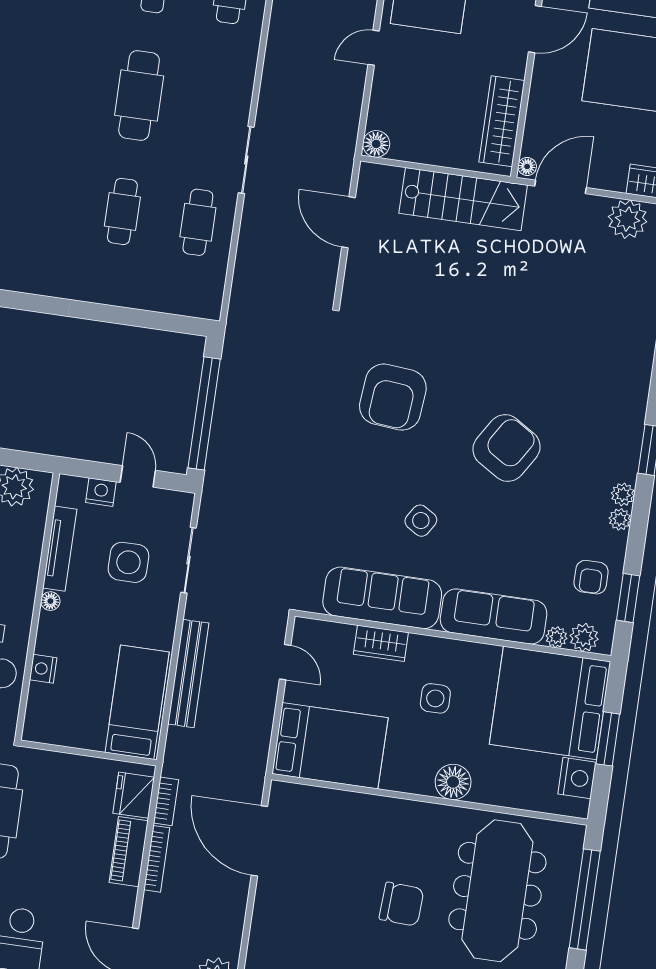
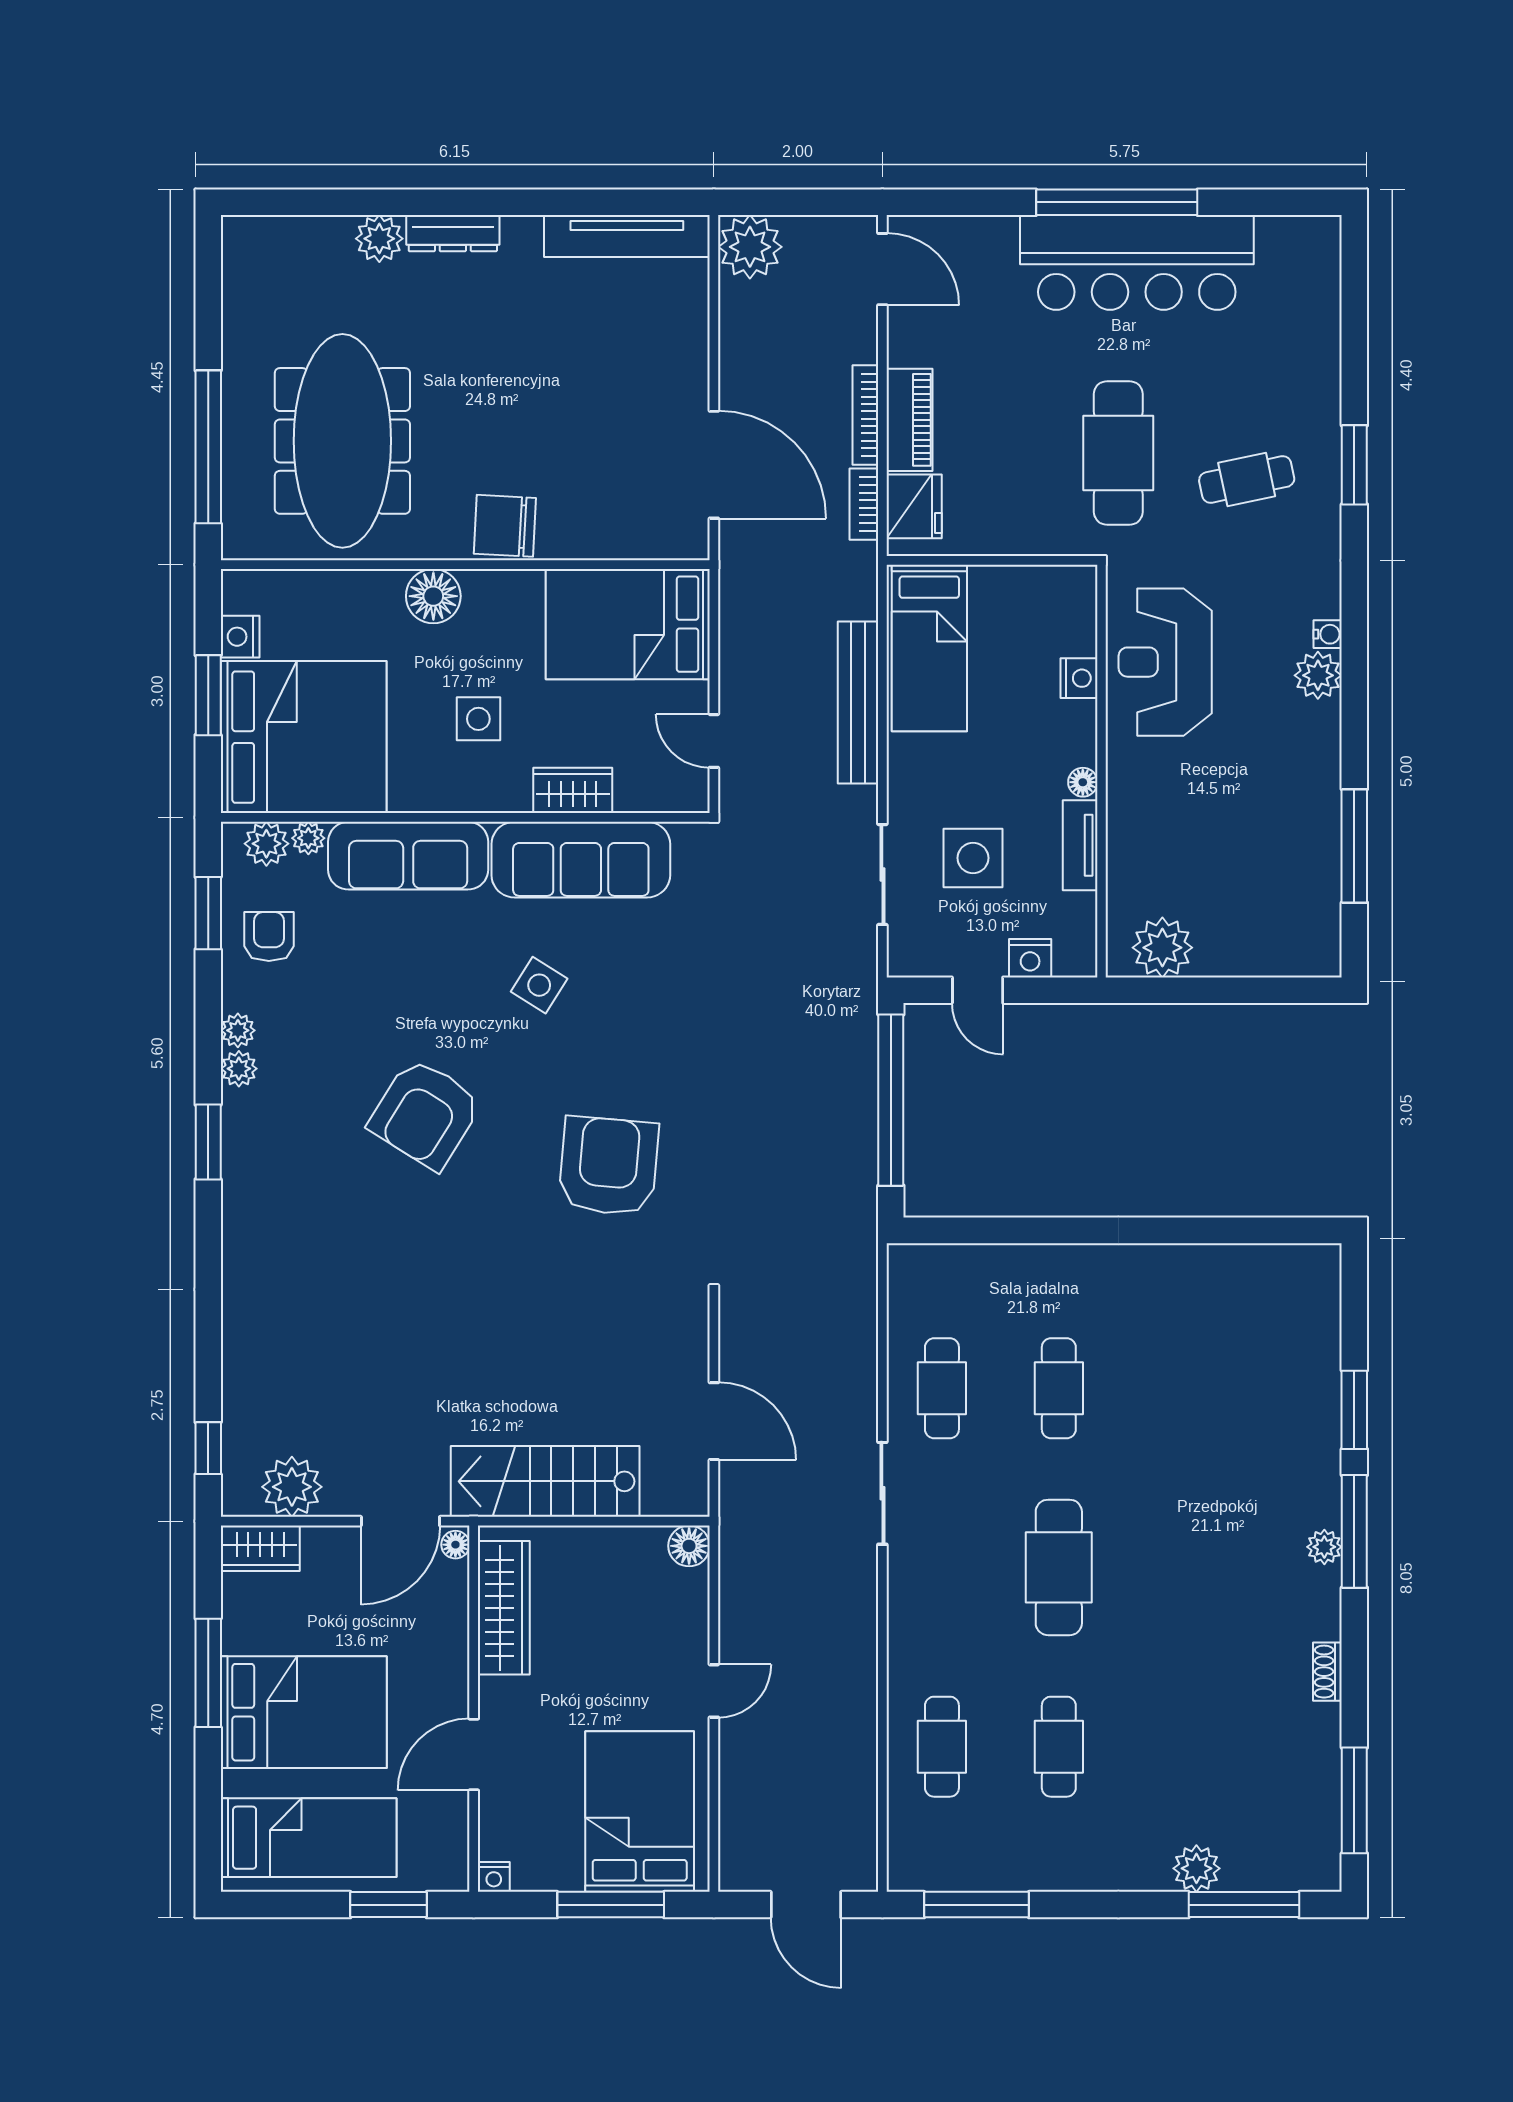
tv unit: (60, 549) -> (1080, 845), width x0.71
nightstand: (577, 778) -> (240, 637), width x0.74, depth x0.75
chair: (402, 904) -> (505, 526), moved

